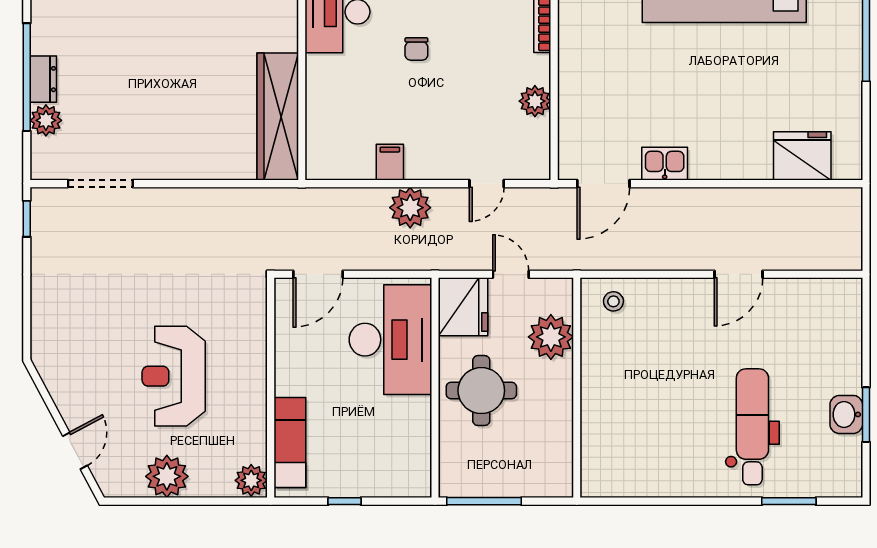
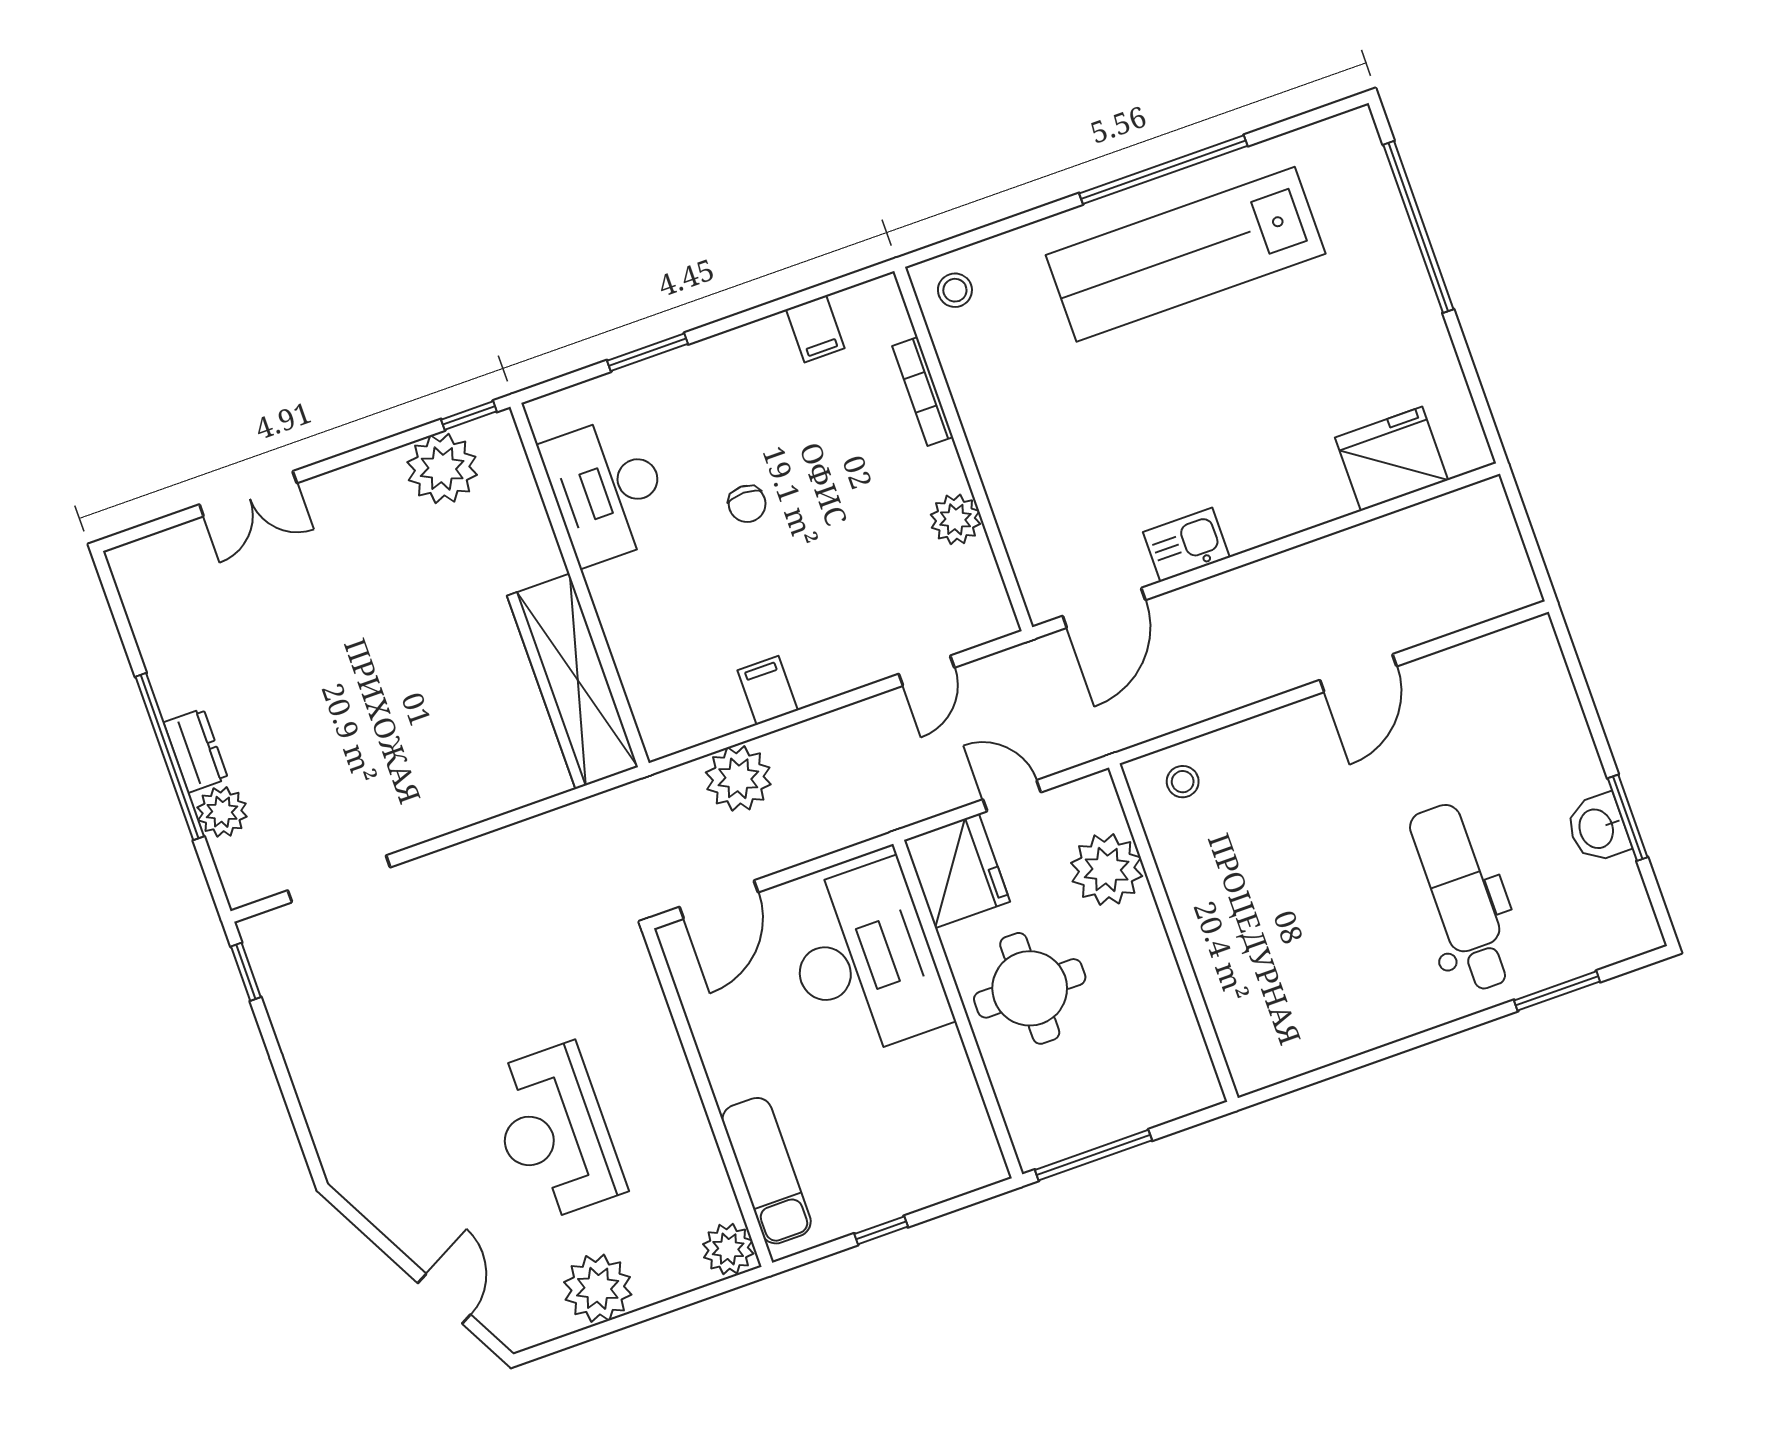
plant: (410, 208) -> (738, 778), moved

